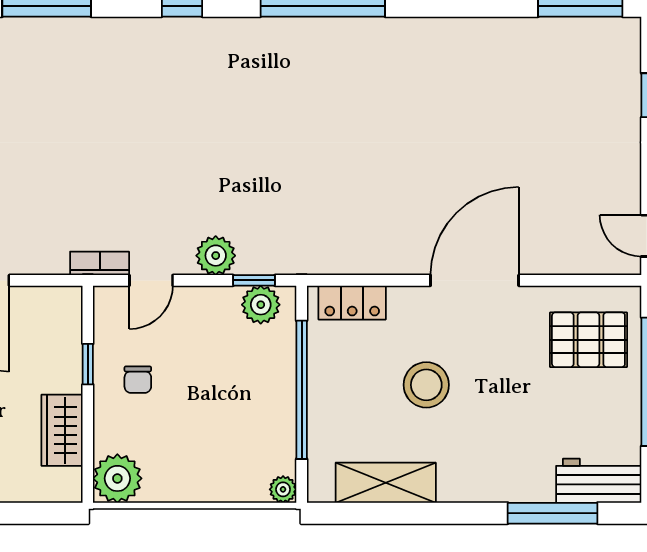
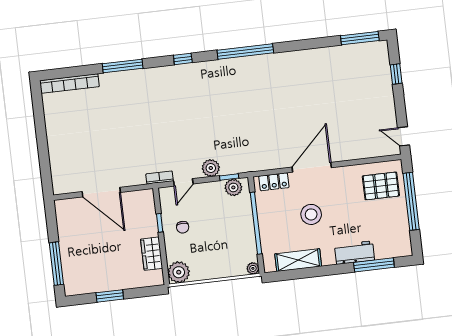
door: (475, 280) -> (312, 167), moved
workbench: (599, 481) -> (354, 253), moved

